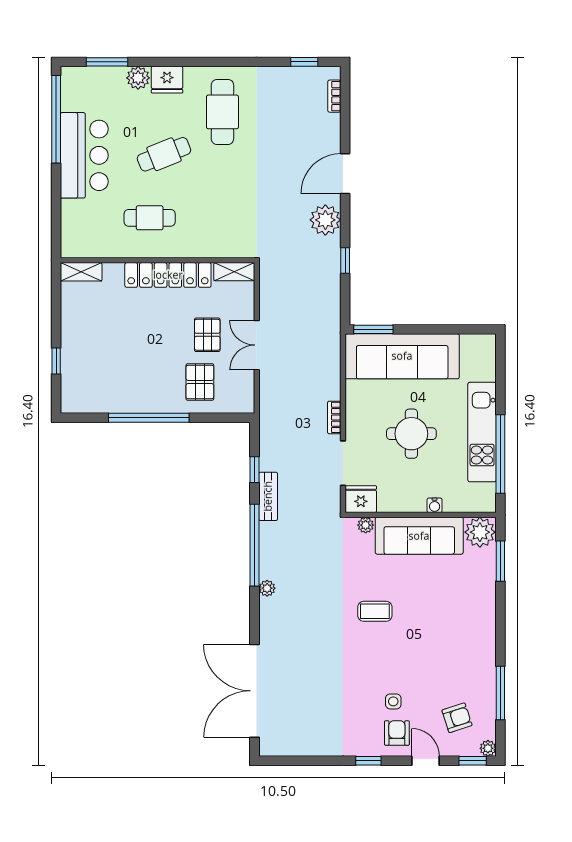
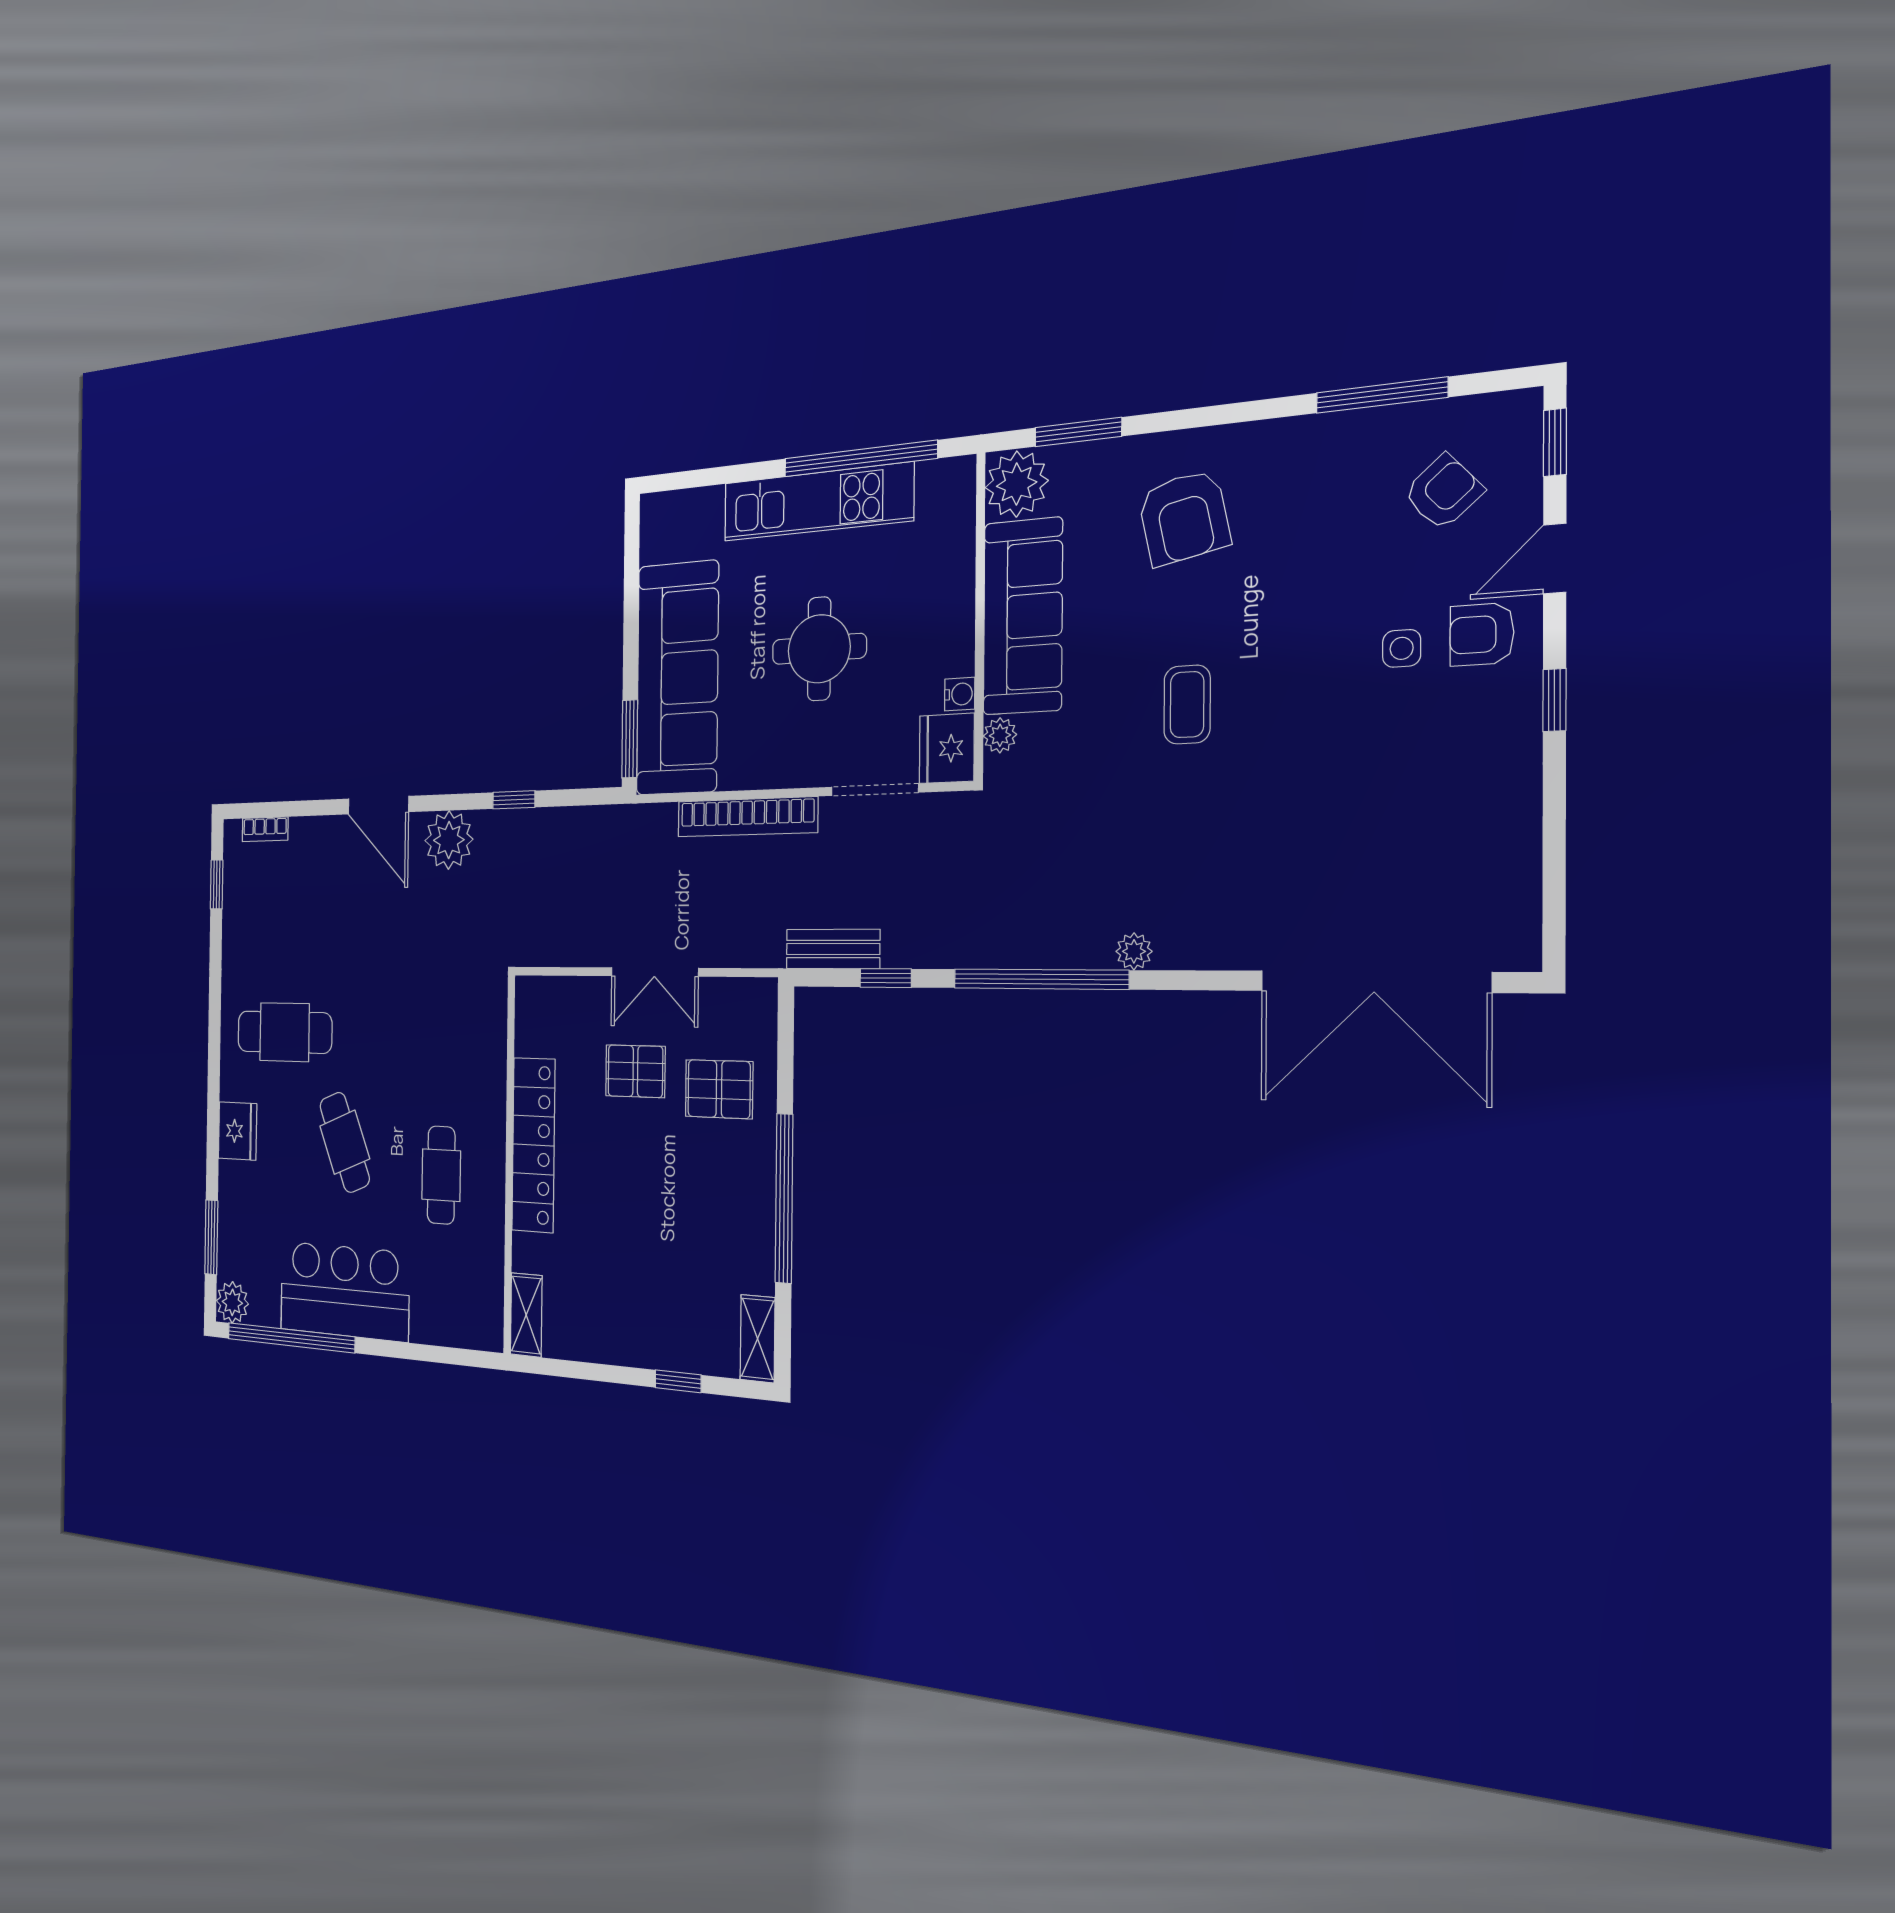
plant: (138, 78) -> (232, 1302), moved
shelving: (234, 272) -> (758, 1339), moved
bookcase: (334, 417) -> (747, 817), width x2.31, depth x1.31
bench: (268, 496) -> (833, 949), moved
water cooler: (435, 505) -> (960, 694), moved
armchair: (457, 609) -> (1184, 517), added
armchair: (457, 718) -> (1443, 492), turned 66
plant: (488, 748) -> (1522, 408), removed

